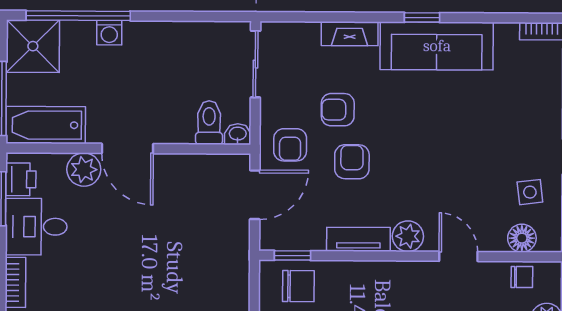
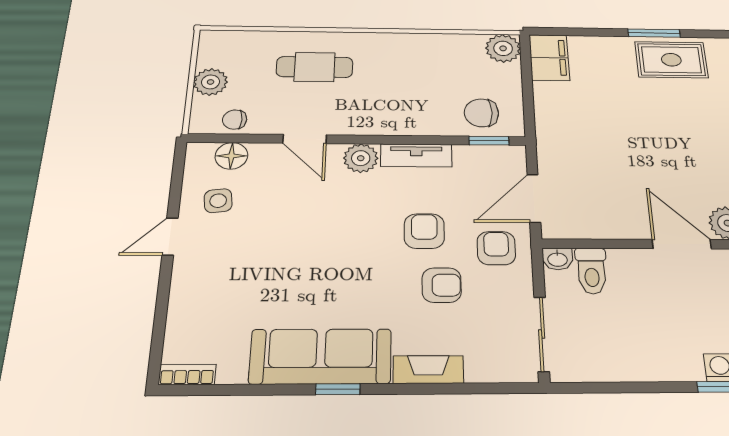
armchair: (352, 162) -> (424, 231), turned 180

